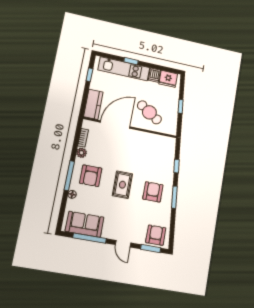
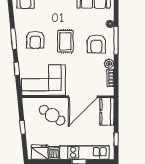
corner sofa: (152, 149) -> (44, 80), added
armchair: (91, 176) -> (96, 44), turned 180

